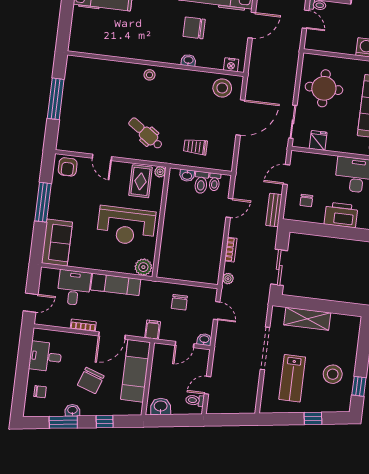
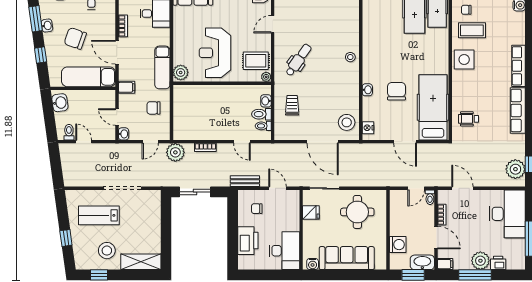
plant: (228, 279) -> (175, 152), width x1.88, depth x1.88
exam couch: (116, 284) -> (162, 67), moved
shelving: (307, 319) -> (141, 262), moved, turned 90

